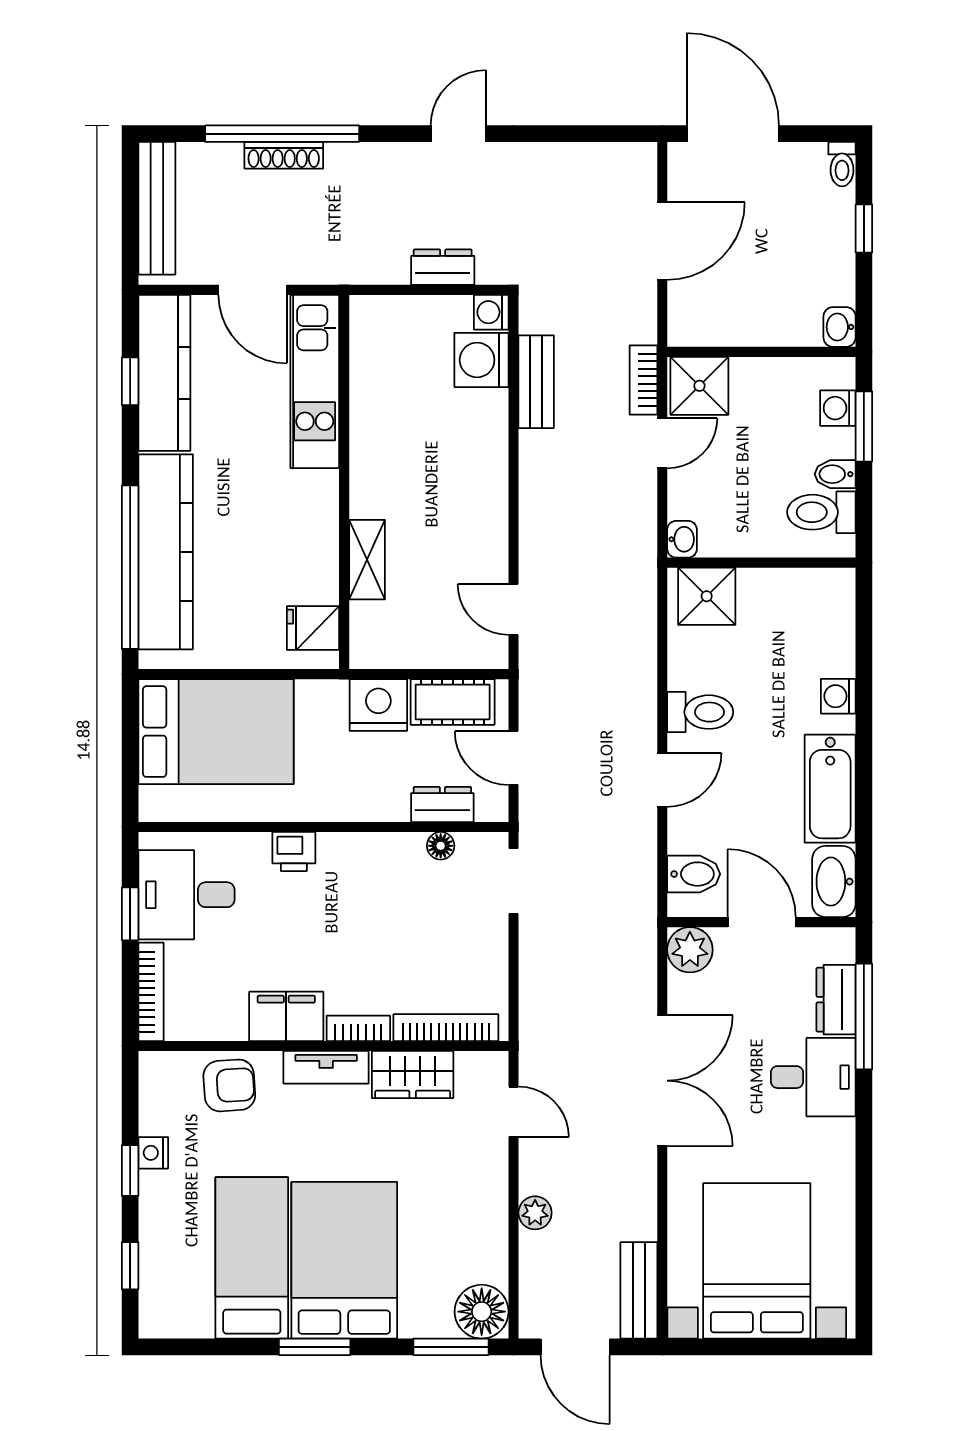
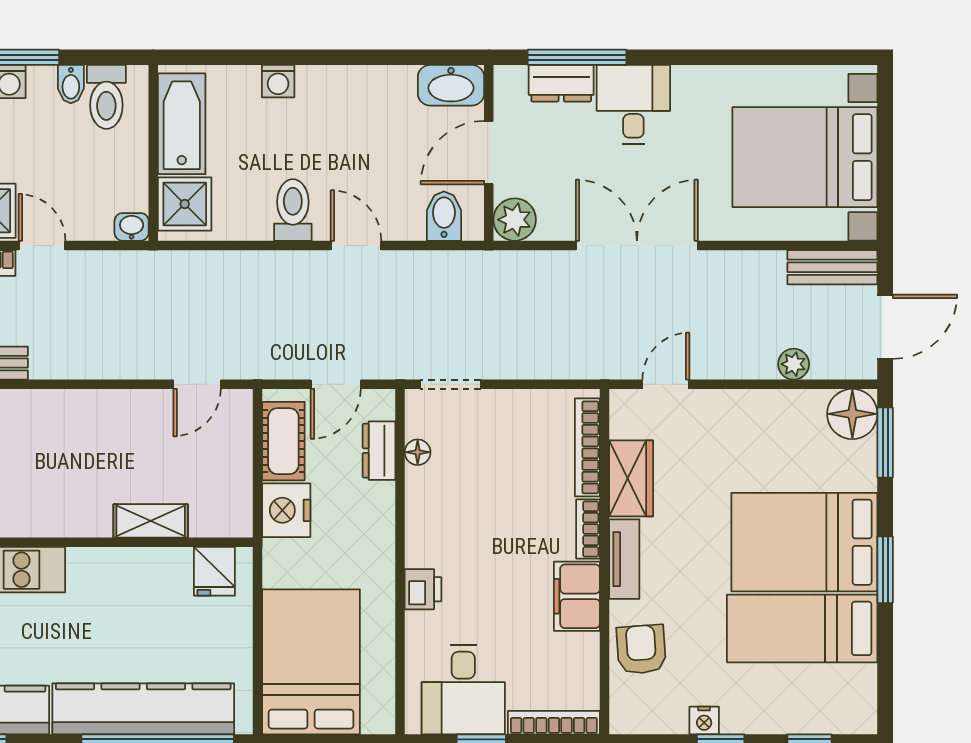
bathtub: (830, 789) -> (182, 124), moved, turned -90
plant: (535, 1213) -> (794, 364), moved

